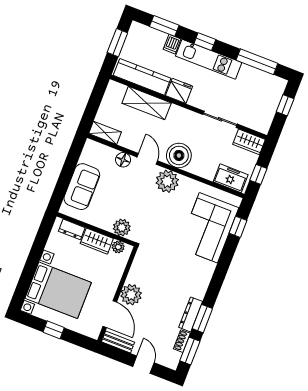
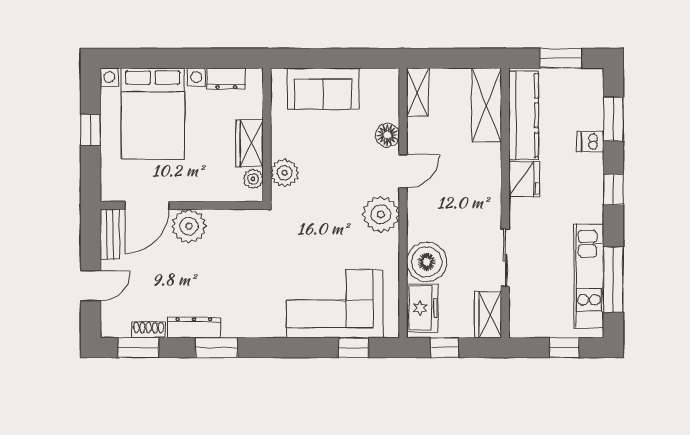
kitchen unit: (209, 59) -> (589, 276), moved
shelving: (147, 103) -> (487, 105), moved
boiler: (179, 155) -> (427, 262), moved
dresser: (72, 229) -> (226, 79), moved, turned -90
window: (202, 319) -> (217, 348), moved

